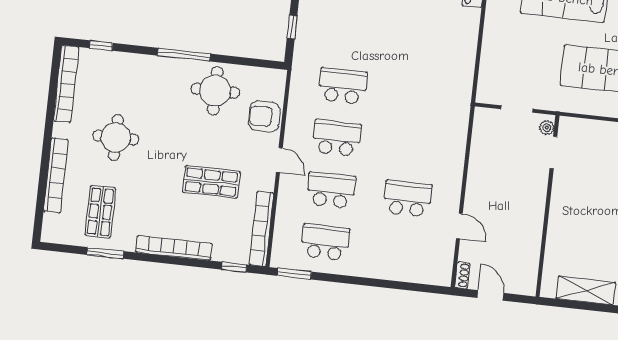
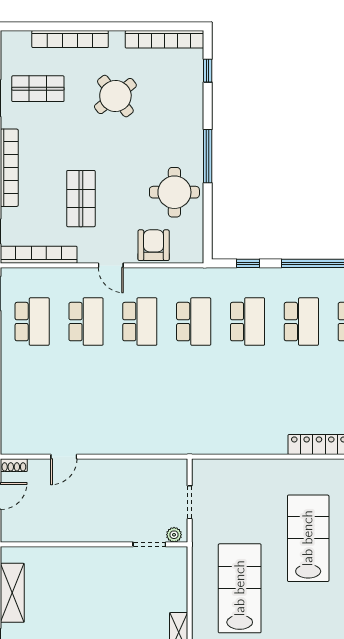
round table: (116, 138) -> (115, 96), turned -38
door: (279, 160) -> (111, 265), hinge flipped
school desk: (407, 199) -> (248, 322), moved

